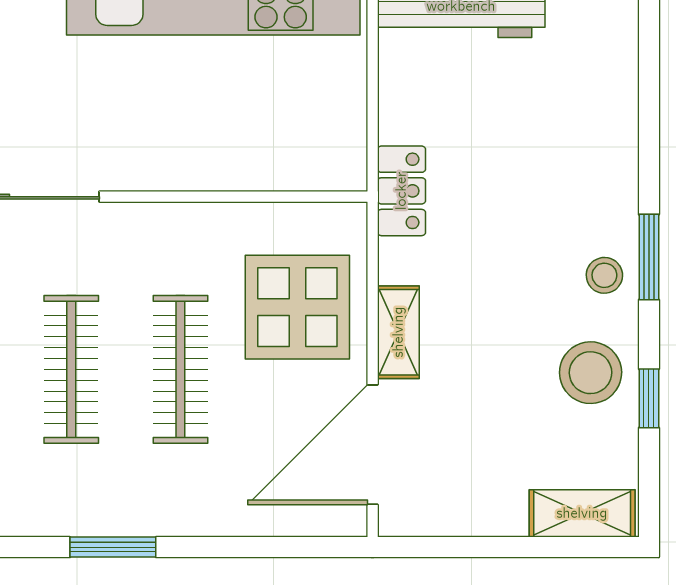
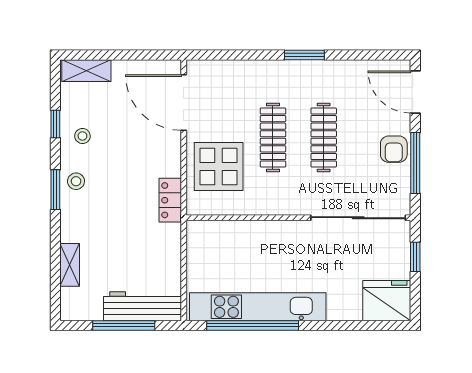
locker: (401, 191) -> (170, 200), moved
shelving: (398, 332) -> (70, 265), moved
stool: (591, 373) -> (82, 136), width x0.53, depth x0.53
door: (373, 445) -> (184, 103), swing flipped

